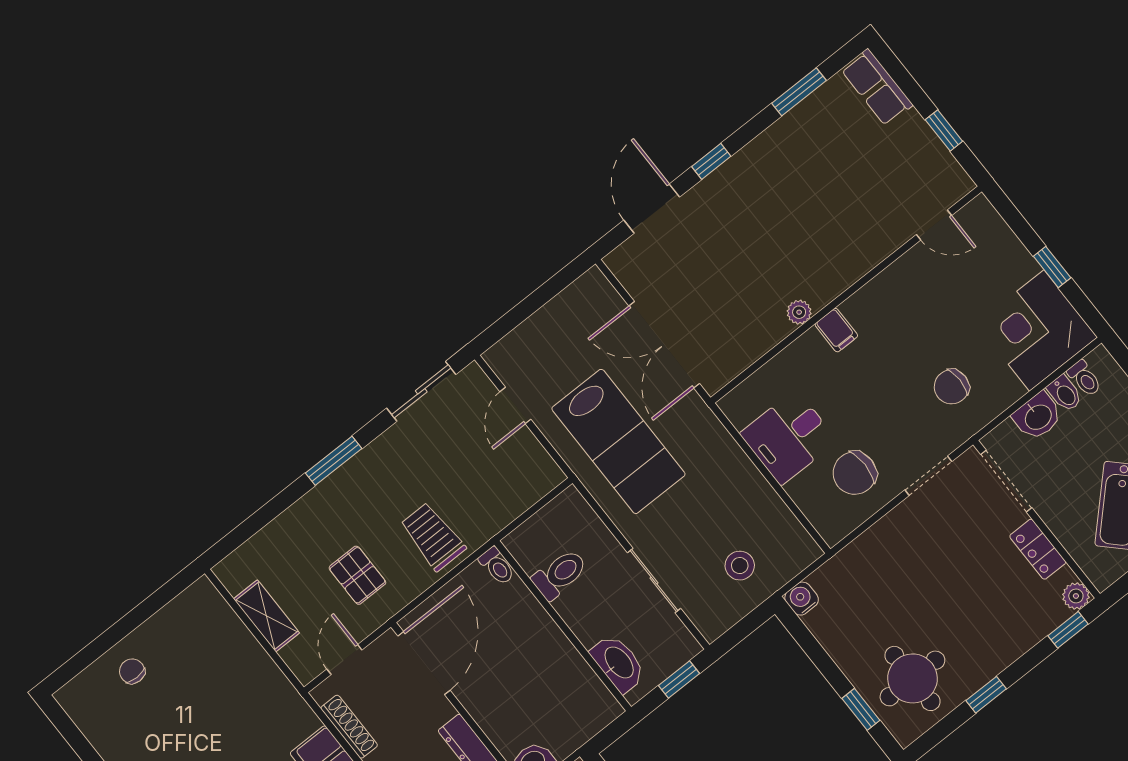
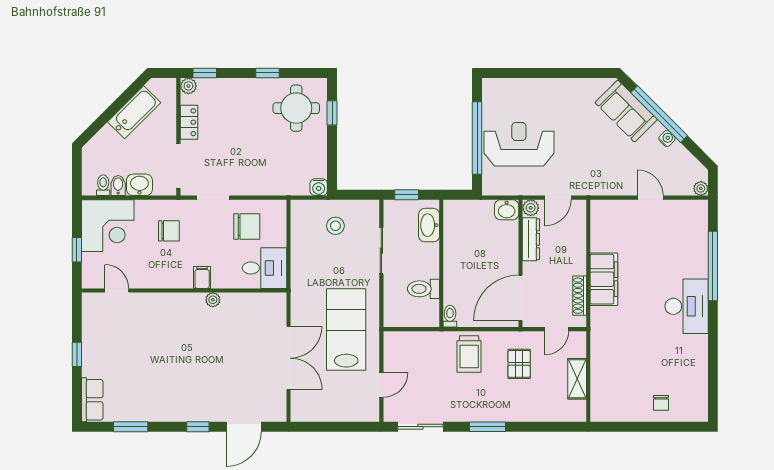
door: (934, 225) -> (117, 290), moved
wall: (846, 295) -> (184, 290), moved
plant: (799, 312) -> (213, 300), moved
filing cabinet: (836, 330) -> (202, 277), moved

